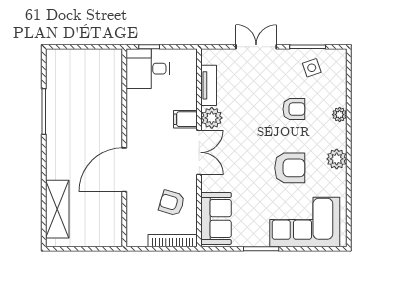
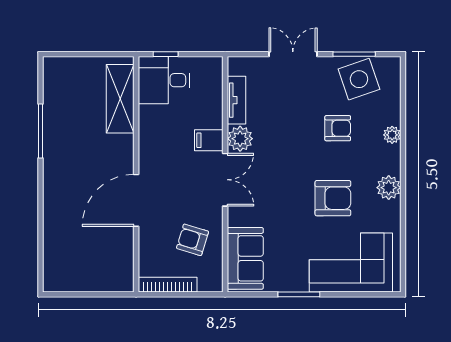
side table: (312, 68) -> (359, 79), width x1.87, depth x1.87
shelving: (57, 209) -> (120, 99), moved
bookcase: (173, 241) -> (168, 285), moved

